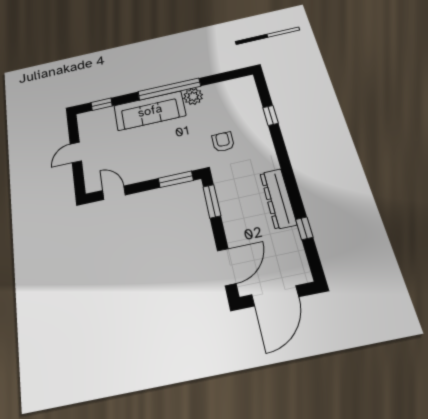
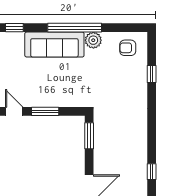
armchair: (223, 142) -> (128, 48), moved, turned -90
window: (176, 179) -> (45, 111), moved
dresser: (278, 199) -> (139, 145), removed

